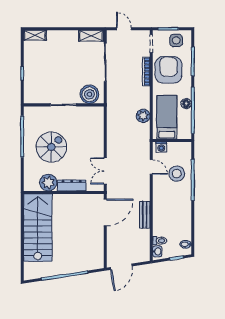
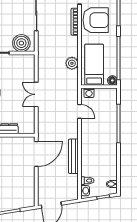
armchair: (168, 70) -> (96, 20), turned 90
floor lamp: (186, 104) -> (112, 80), moved
double door: (105, 171) -> (36, 94), moved
stool: (177, 174) -> (103, 118), removed
bench: (145, 215) -> (73, 156), width x1.36

